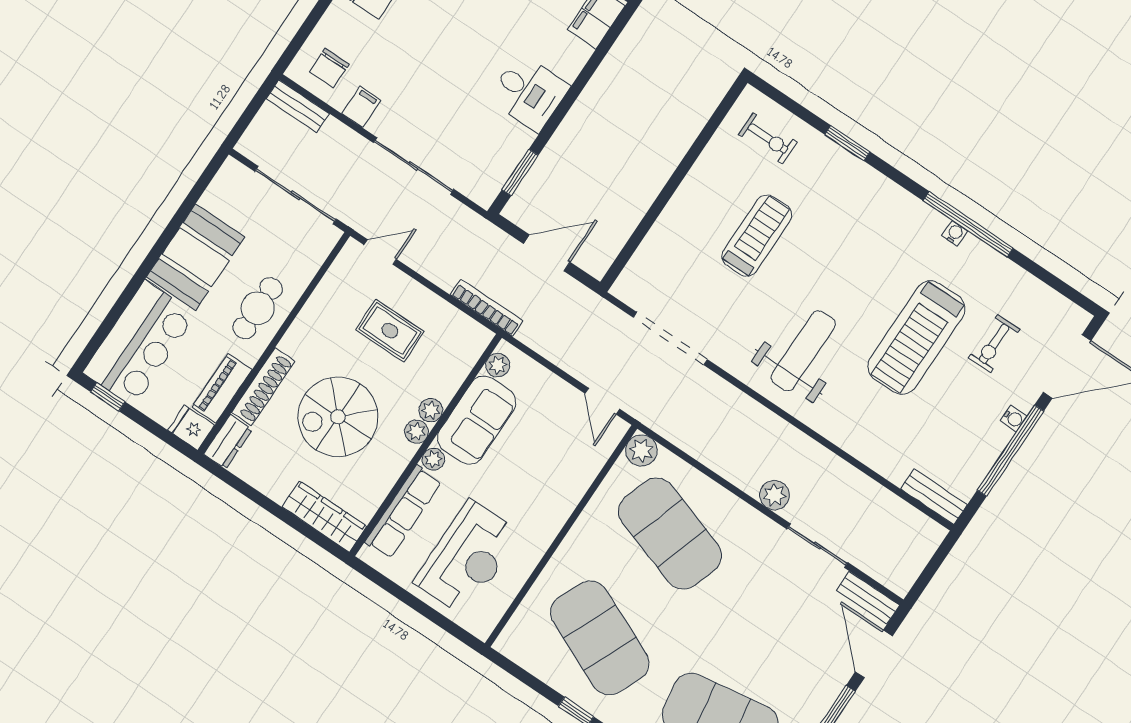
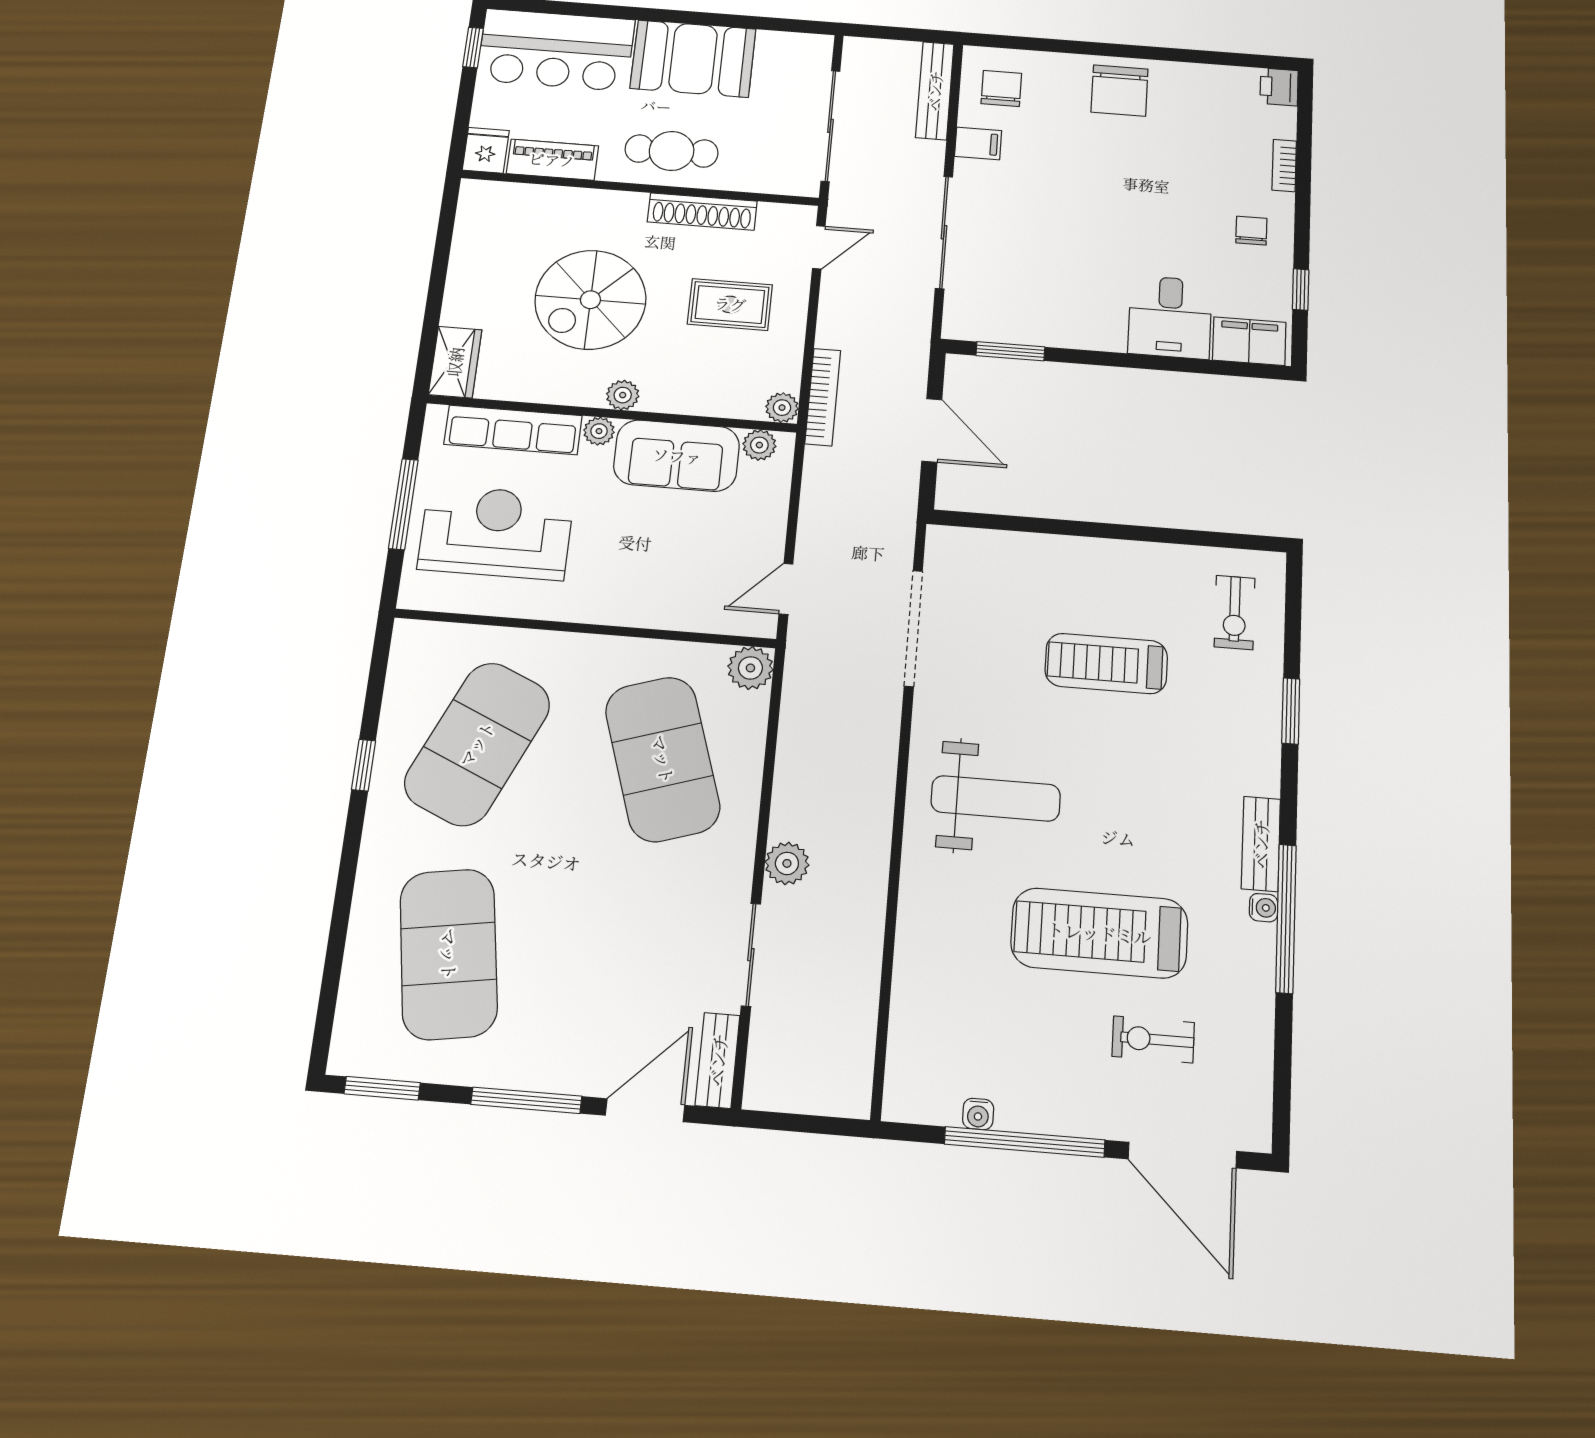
chair: (329, 68) -> (1001, 88), turned 90
desk: (529, 93) -> (1170, 317), moved
bench: (298, 106) -> (935, 91), width x1.36
treadmill: (757, 236) -> (1106, 664), turned 180
door: (380, 252) -> (819, 247), hinge flipped
rug: (390, 331) -> (730, 304), turned 90
shoe rack: (263, 387) -> (702, 212), moved
plant: (431, 410) -> (782, 408), moved
spiral stairs: (338, 417) -> (590, 300), turned -90
water cooler: (1014, 419) -> (978, 1114), moved
dresser: (228, 442) -> (491, 197), removed
bench: (934, 497) -> (1261, 844), moved
wardrobe: (324, 517) -> (455, 362), width x0.67
exercise mat: (670, 533) -> (663, 759), turned -36
reception desk: (467, 558) -> (496, 532), turned 180
window: (417, 605) -> (403, 504), added

